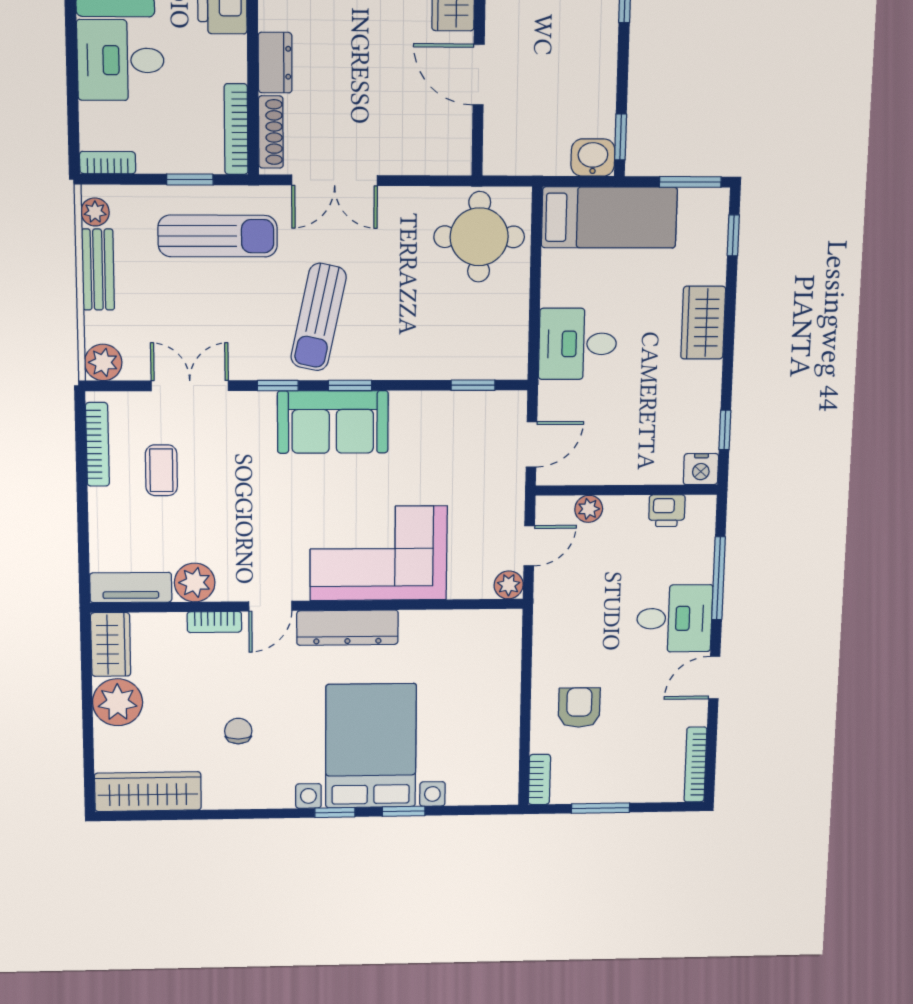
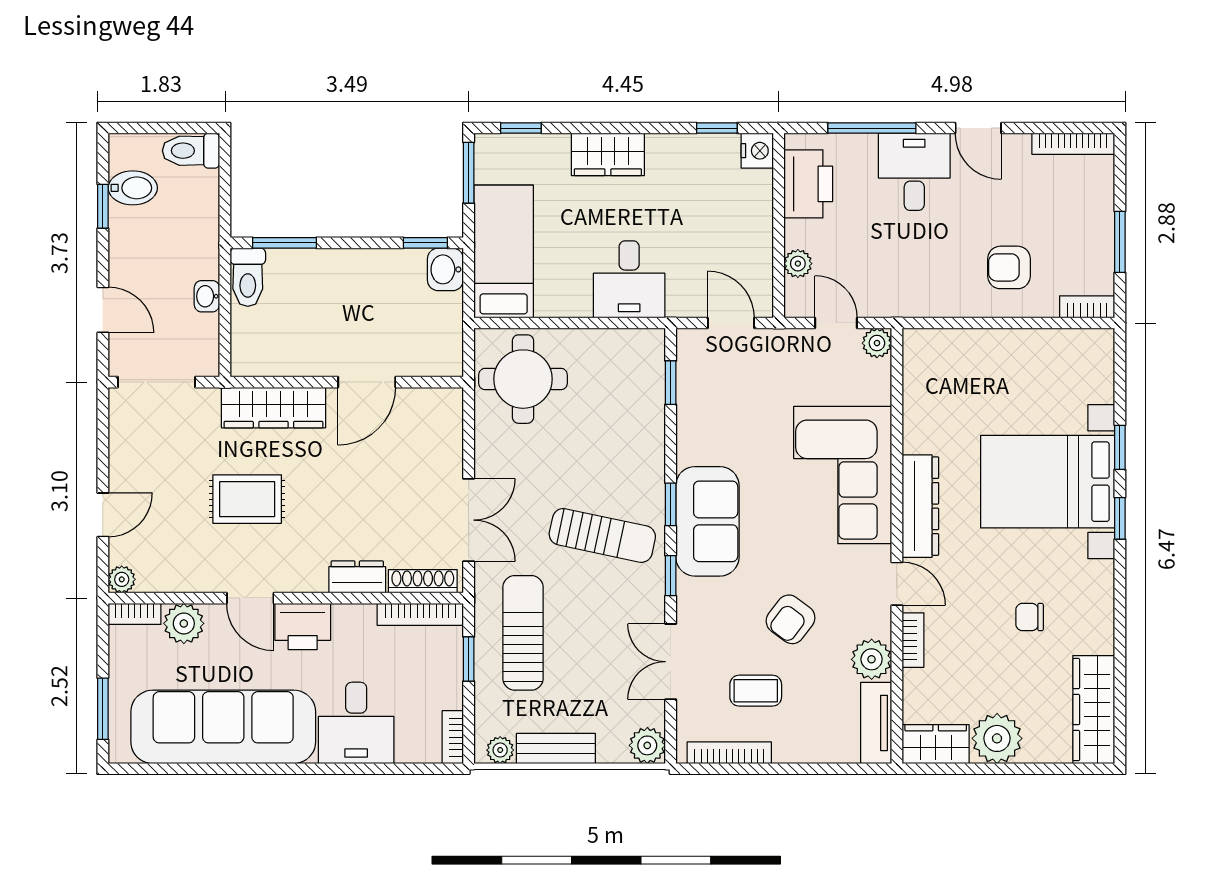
armchair: (234, 504) -> (791, 619), added
printer: (667, 511) -> (808, 184), width x1.87, depth x1.48

